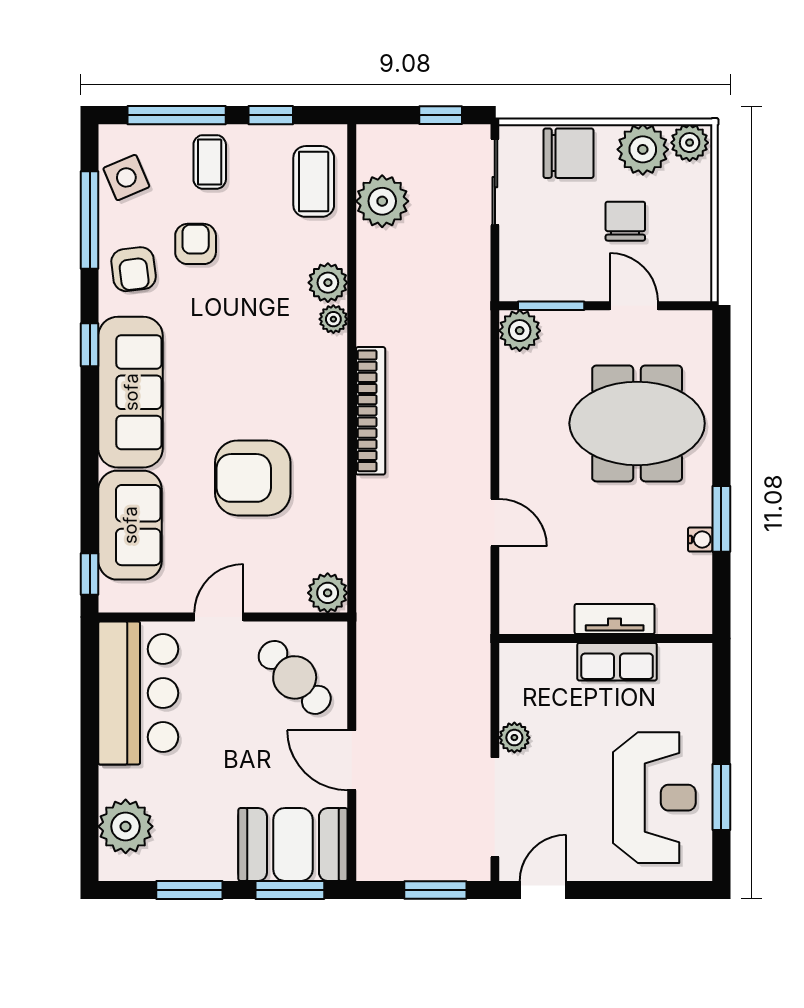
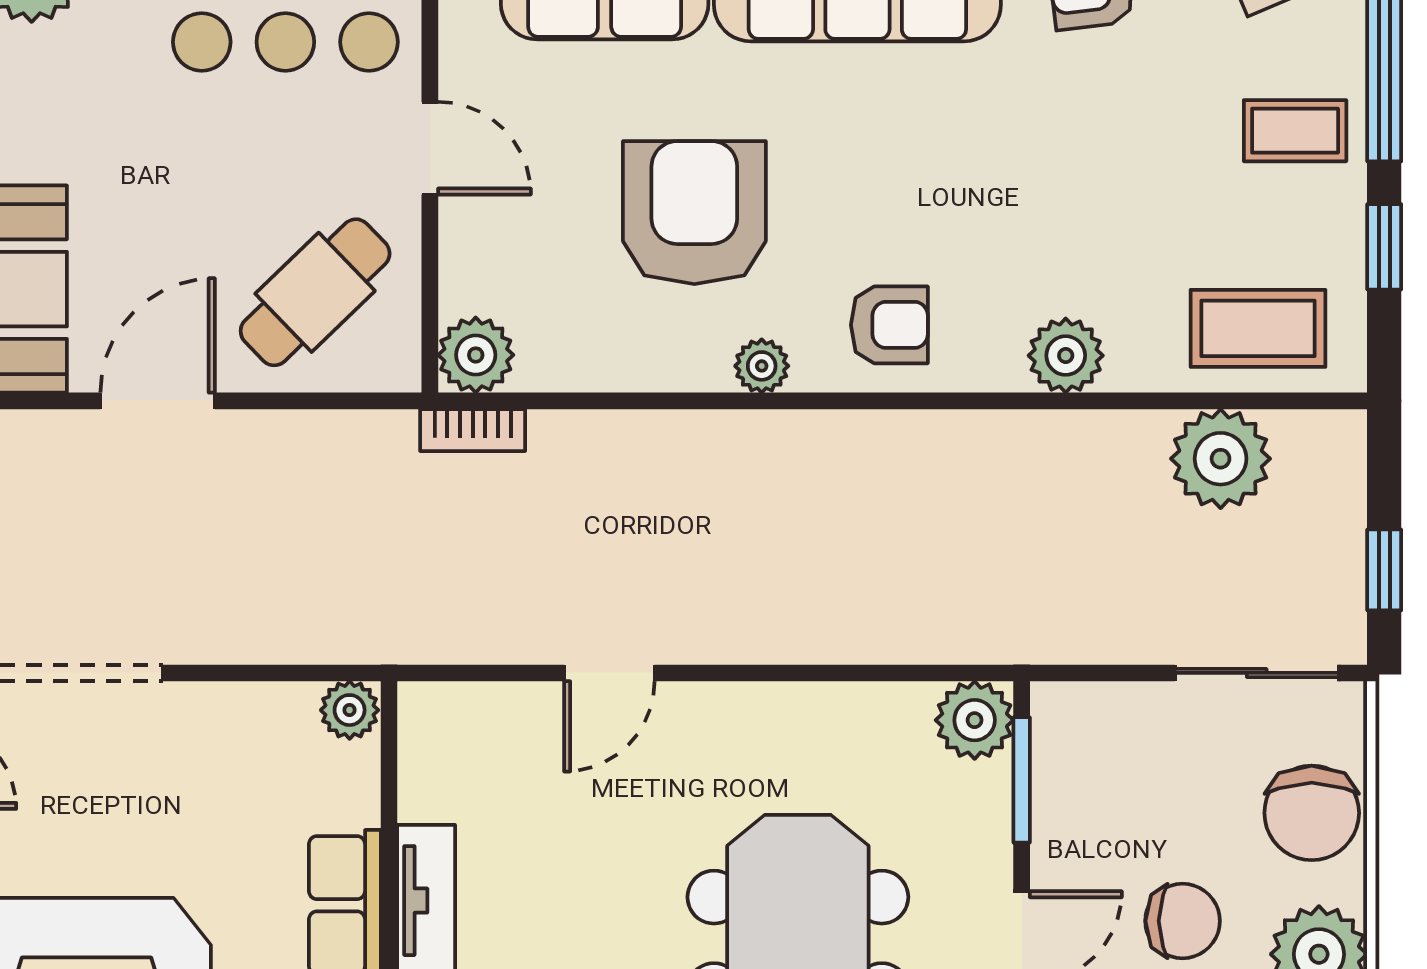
armchair: (196, 244) -> (889, 325), moved
plant: (333, 319) -> (762, 366), moved
bookcase: (371, 411) -> (473, 430), moved, width x0.43, depth x0.76
plant: (514, 738) -> (350, 710), moved

